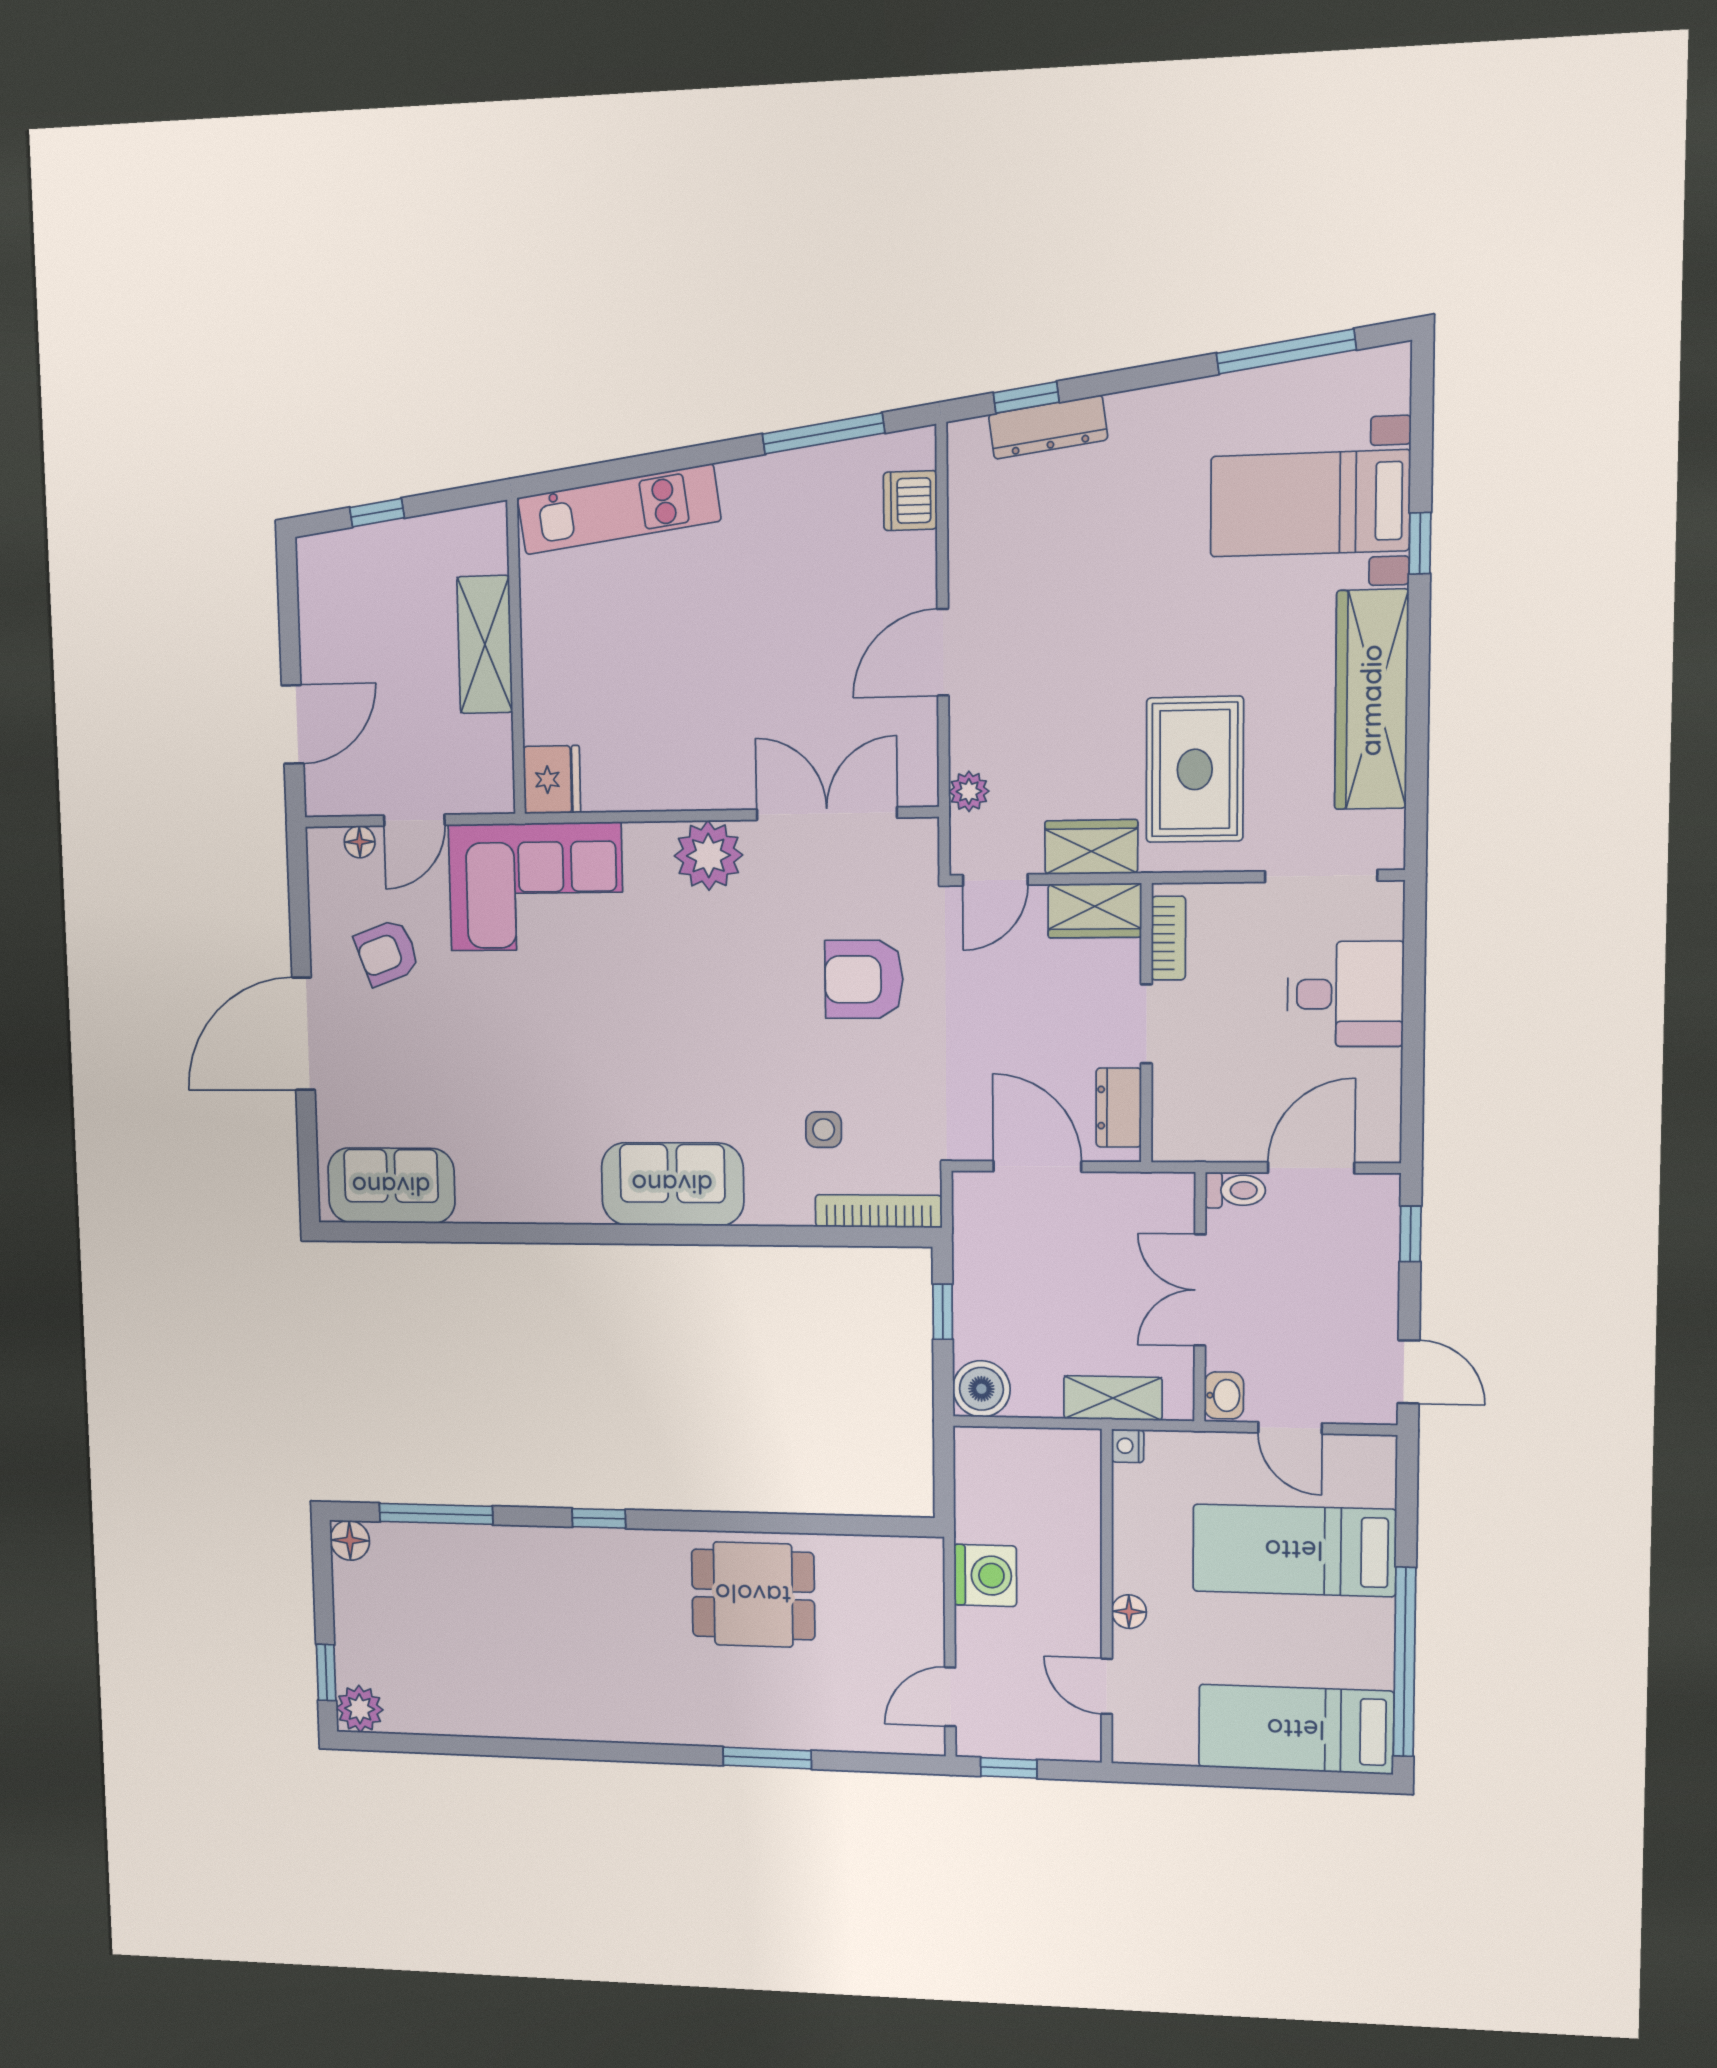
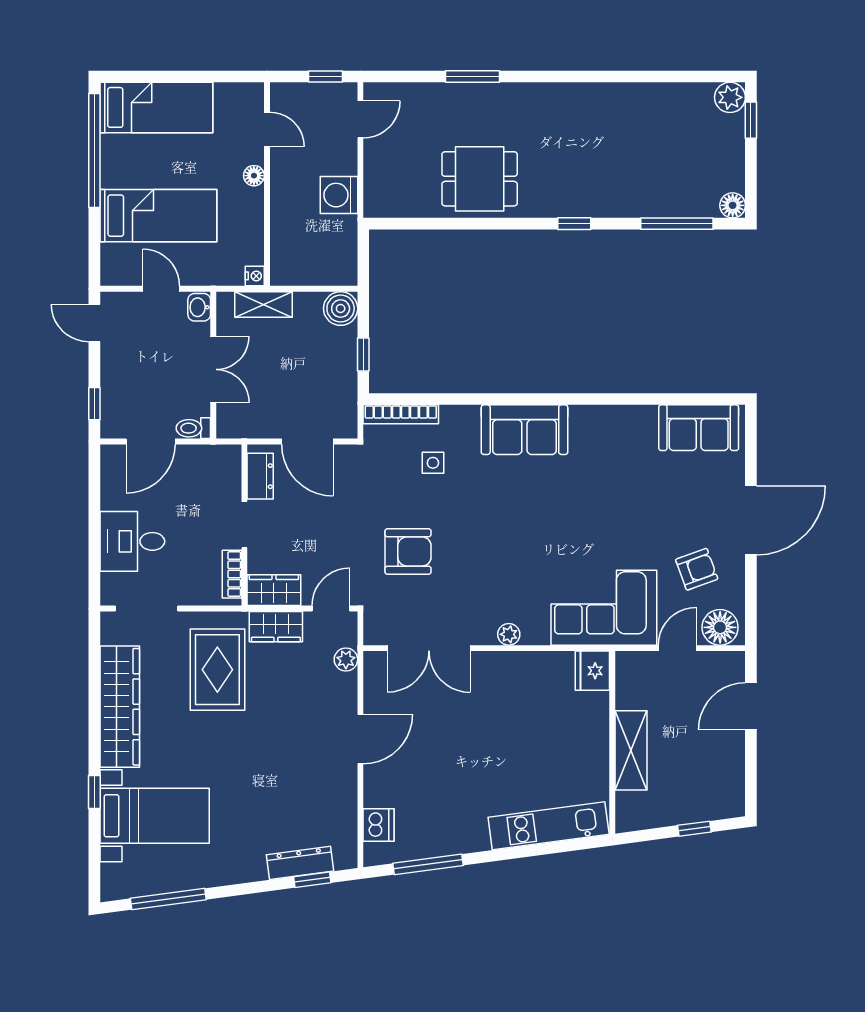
floor lamp: (360, 842) -> (720, 627), width x1.89, depth x1.89
plant: (708, 855) -> (509, 634), width x0.53, depth x0.53

